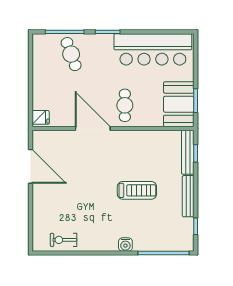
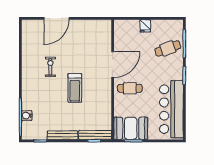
fridge: (41, 117) -> (145, 26), moved
door: (30, 166) -> (56, 18), moved
treadmill: (137, 190) -> (75, 88), moved
exercise bike: (64, 240) -> (50, 67), moved
water cooler: (125, 245) -> (27, 116), moved

